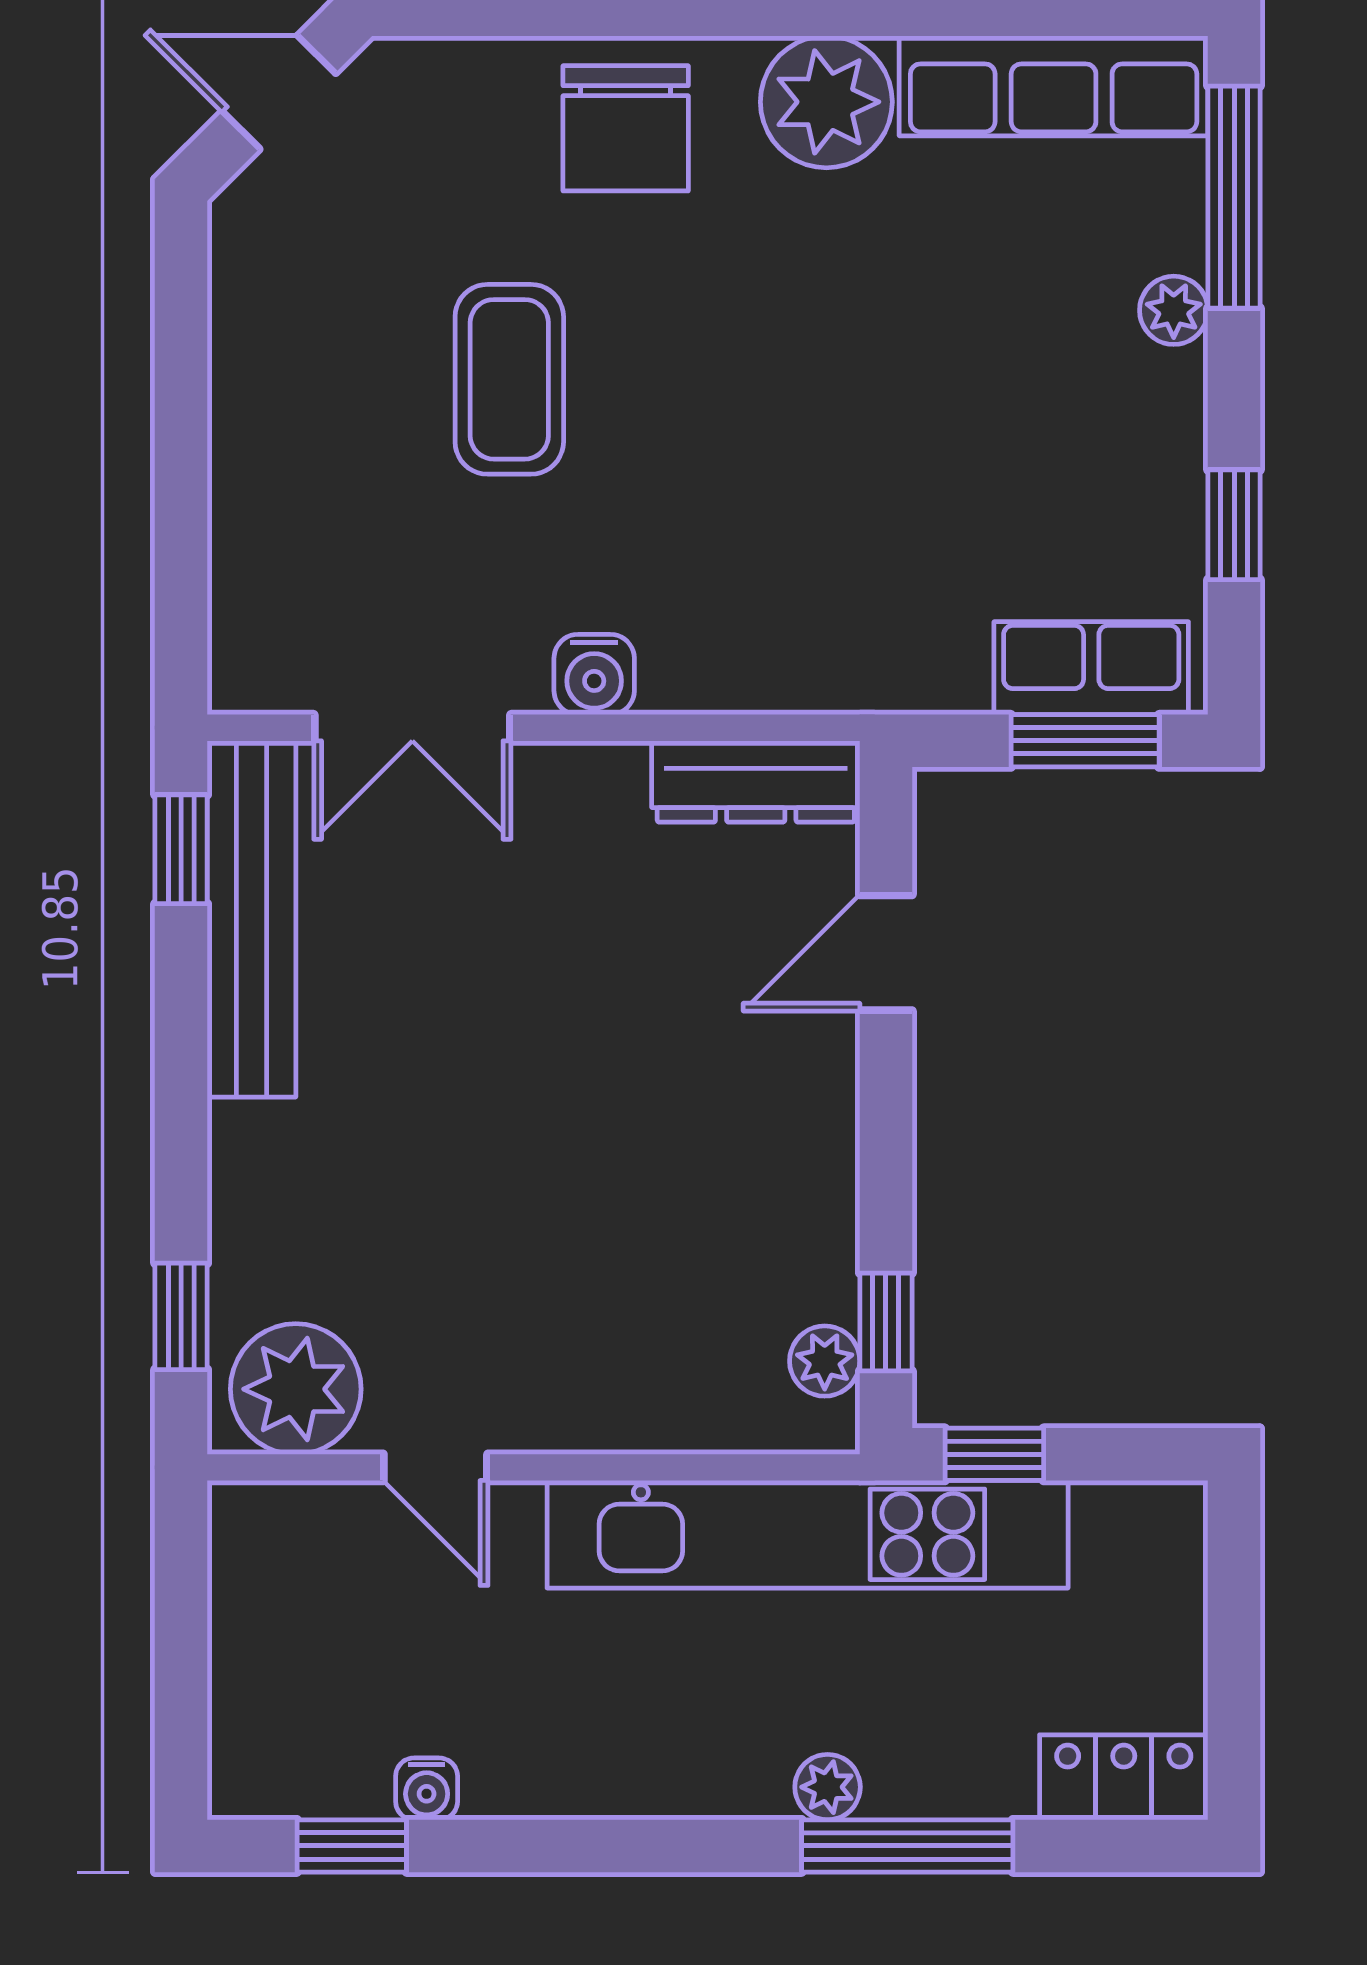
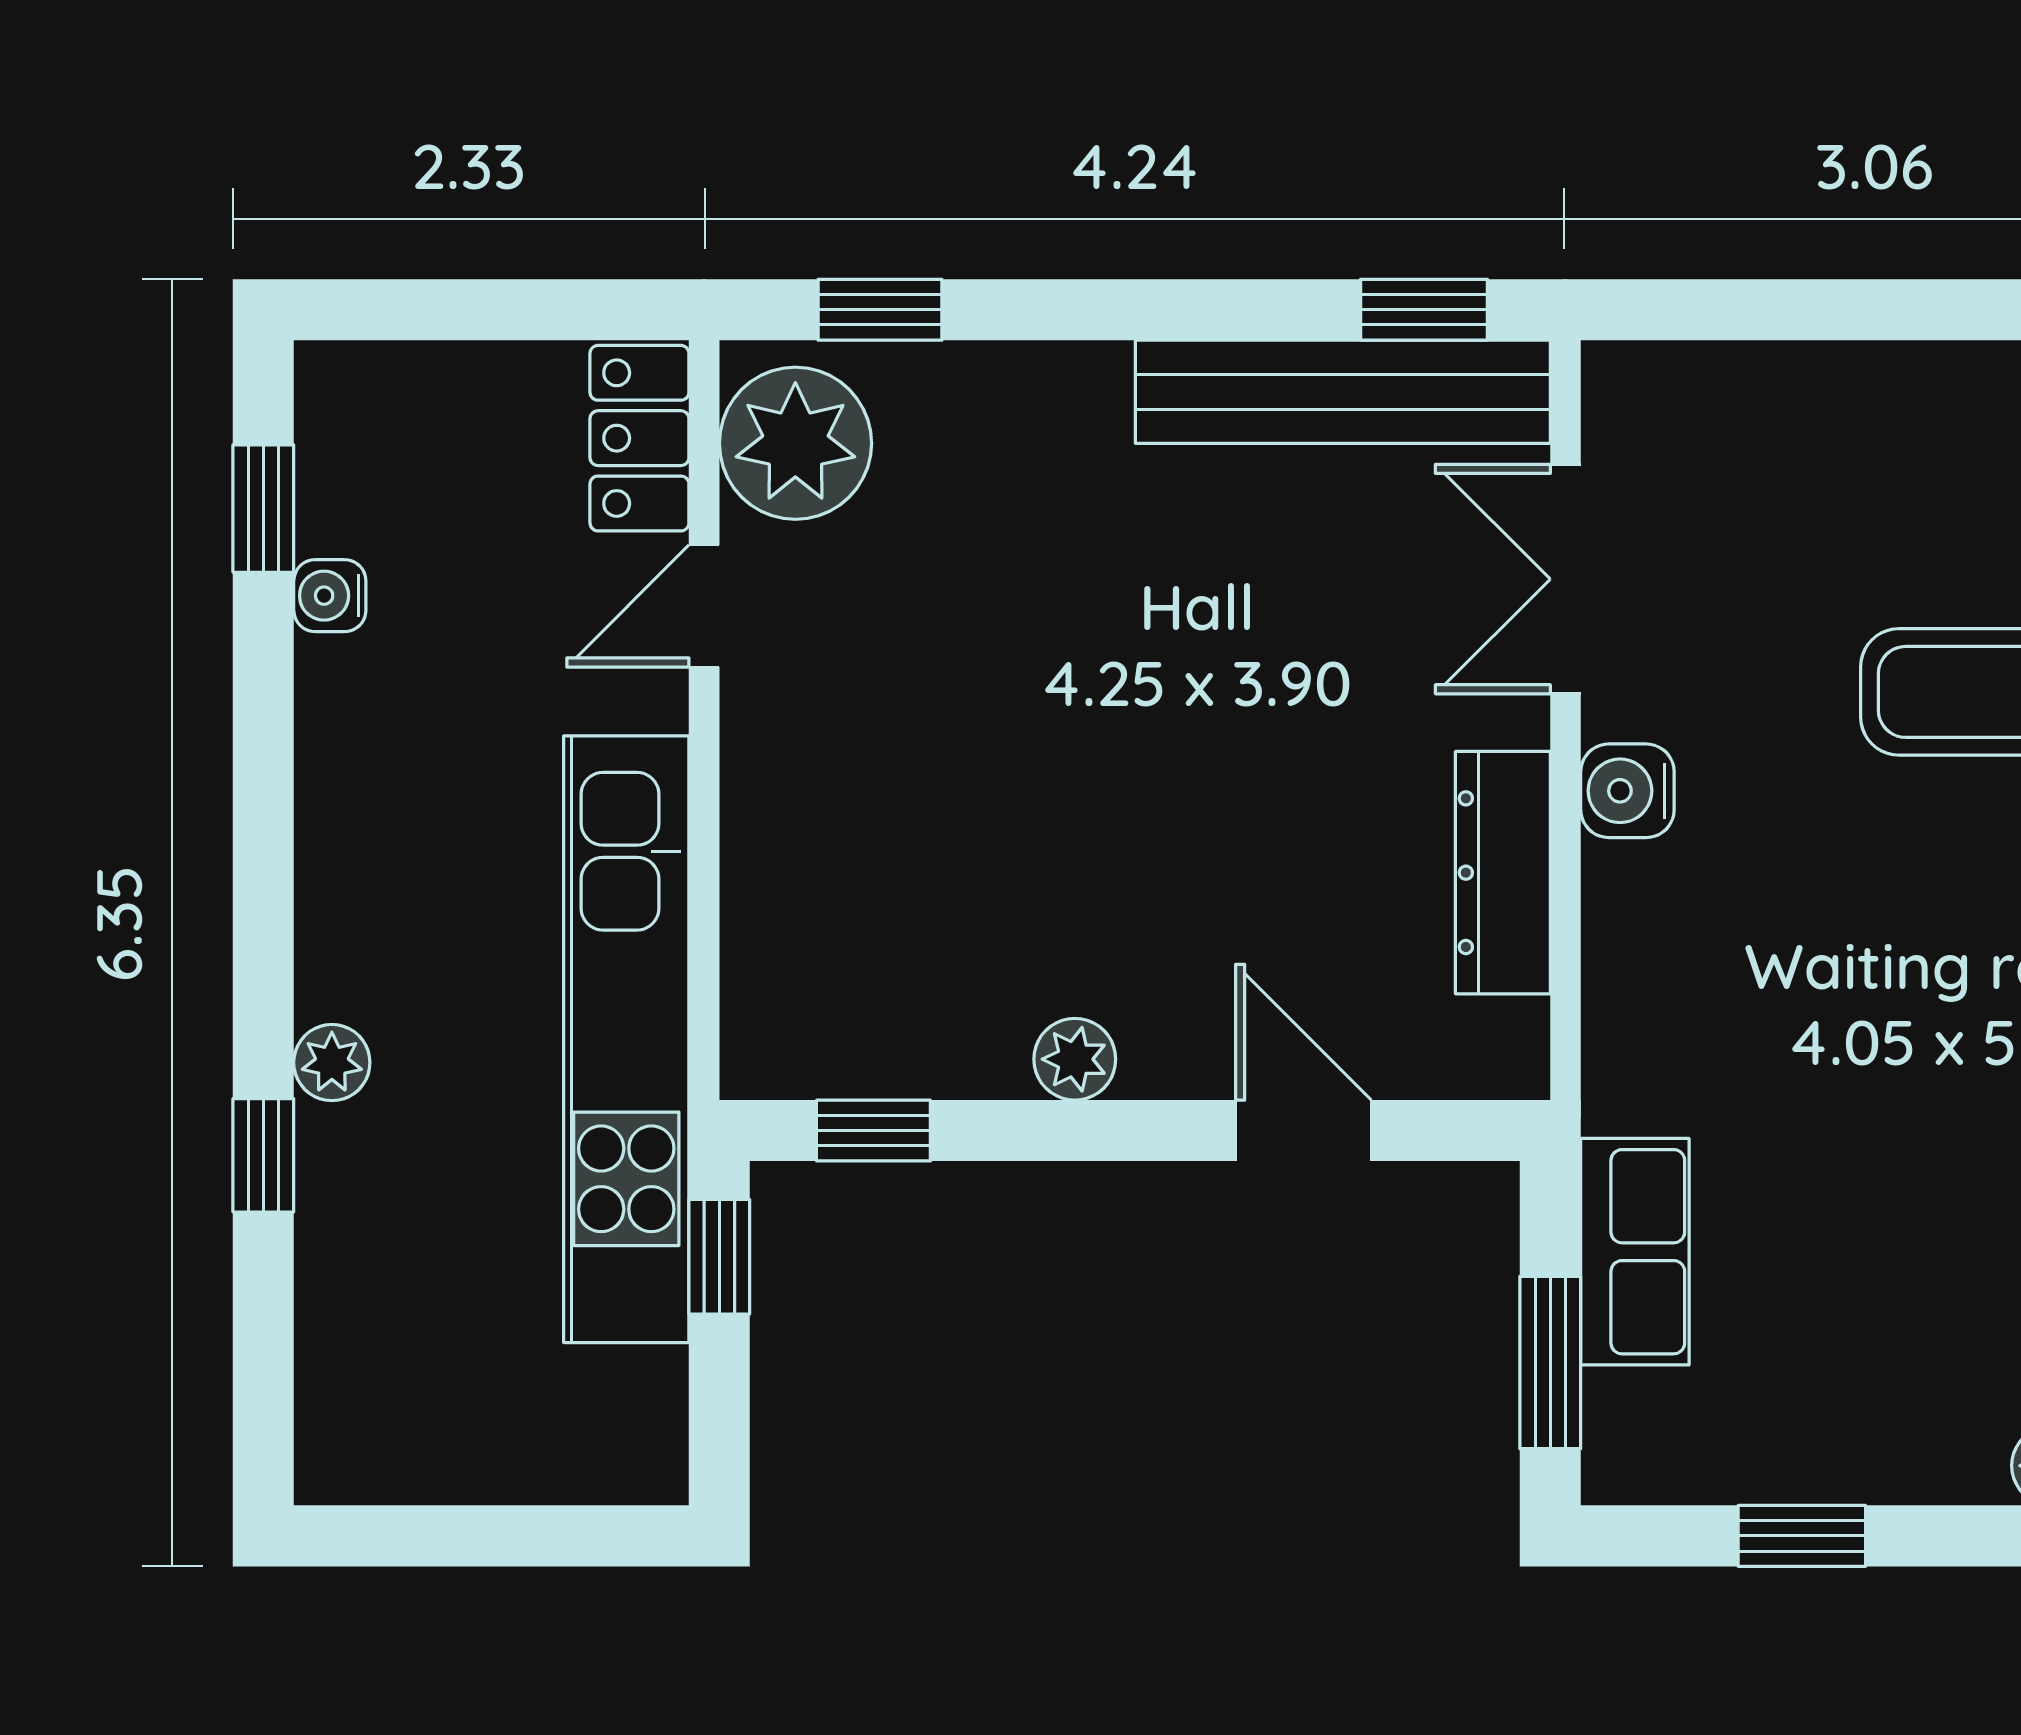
row of seats: (1091, 668) -> (1635, 1252), moved
dresser: (756, 782) -> (1503, 873), moved
plant: (825, 1361) -> (1075, 1059), moved
locker: (1124, 1777) -> (639, 438), moved, turned 180
window: (907, 1846) -> (263, 1155), width x0.46

